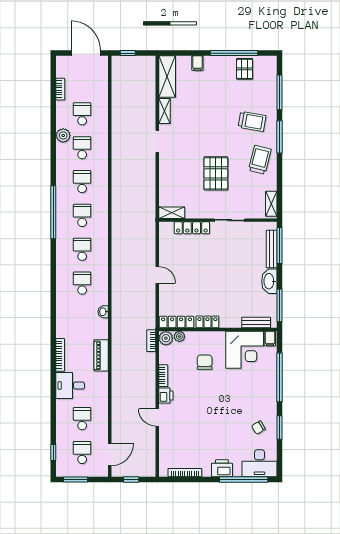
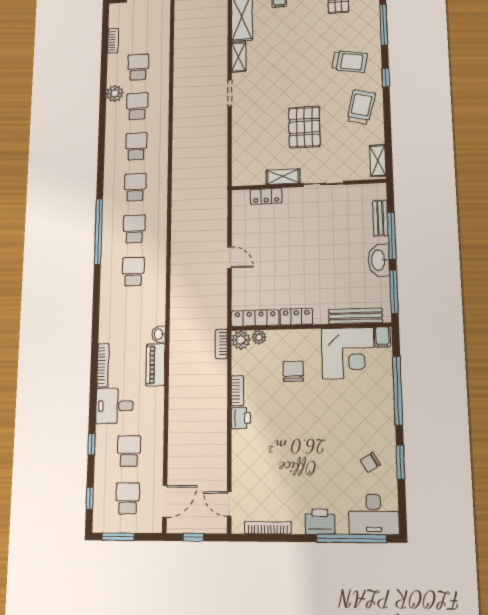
window: (279, 137) -> (386, 78), width x0.46
window: (53, 212) -> (99, 232), moved
shelving: (172, 213) -> (283, 177), moved
locker: (192, 228) -> (266, 196), width x0.66
window: (279, 246) -> (392, 236), moved
bench: (272, 249) -> (380, 218), width x0.73
washbasin: (103, 312) -> (159, 334), moved
bench: (256, 322) -> (355, 316), width x1.36
window: (53, 414) -> (92, 444), added
door: (157, 417) -> (229, 504), moved

